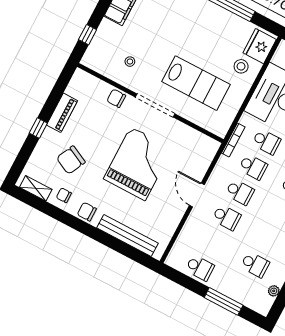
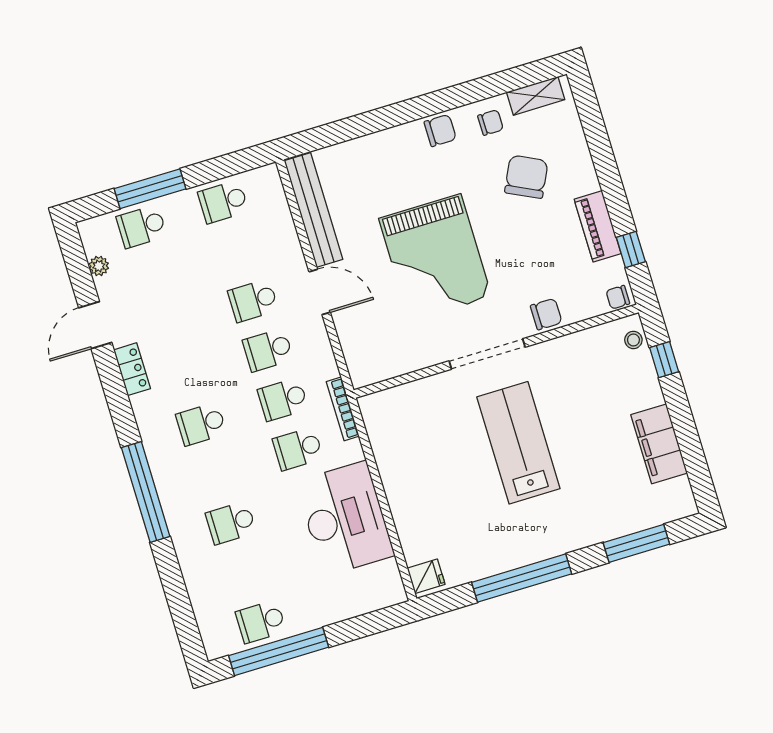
fridge: (260, 46) -> (426, 576), width x0.53, depth x0.75
stool: (130, 62) -> (633, 340), moved
stool: (241, 66) -> (426, 514), removed
chair: (82, 77) -> (618, 297), added
lab bench: (196, 83) -> (518, 443), moved, turned 90
window: (38, 128) -> (631, 249), moved
bench: (127, 236) -> (314, 210), moved, turned 90
school desk: (255, 265) -> (141, 226), moved

